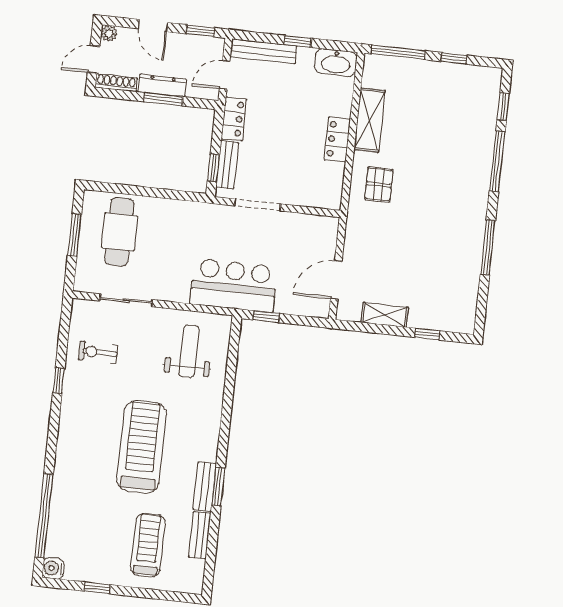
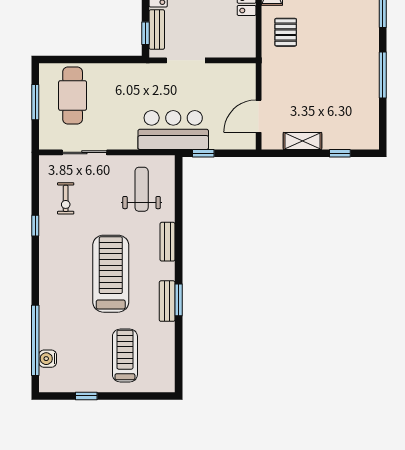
exercise bike: (98, 352) -> (66, 198), turned -90
bench: (200, 535) -> (168, 242), moved
water cooler: (53, 568) -> (48, 359), moved

